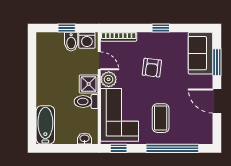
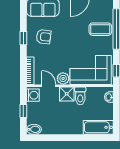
bidet: (71, 42) -> (34, 129), moved
door: (99, 61) -> (49, 86), hinge flipped
armchair: (152, 68) -> (44, 37), moved
coffee table: (161, 118) -> (100, 29), moved

